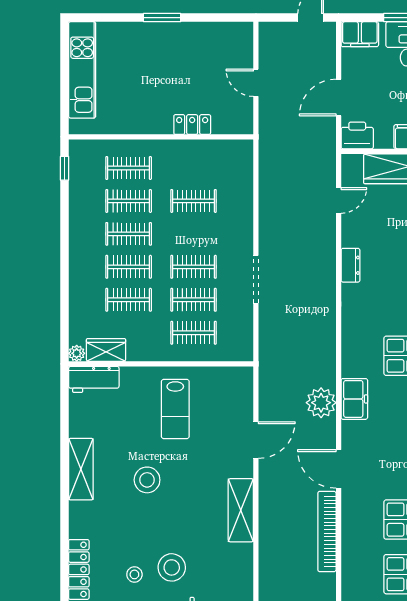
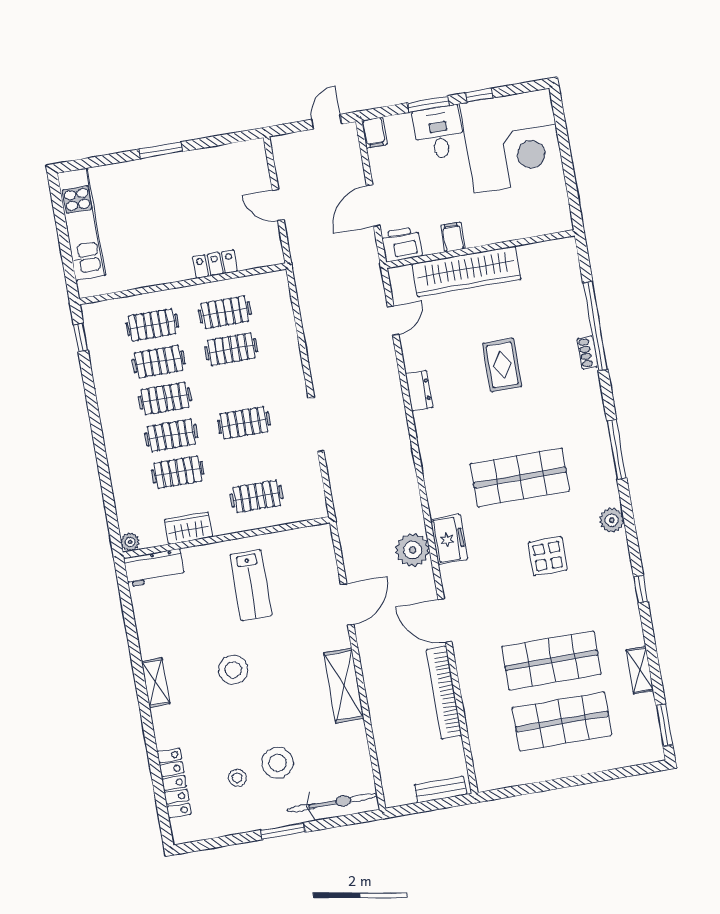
filing cabinet: (360, 34) -> (374, 133), width x0.50
clothes rail: (194, 300) -> (225, 312), moved
wardrobe: (106, 350) -> (189, 528), moved
shelving: (81, 469) -> (156, 683), width x0.67, depth x0.75

